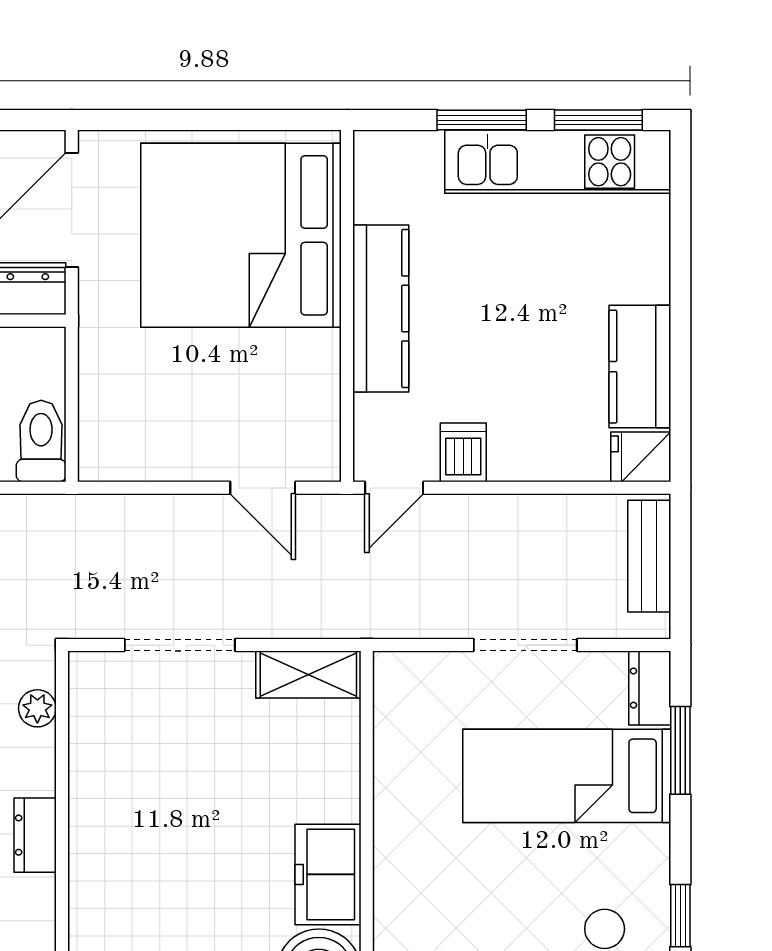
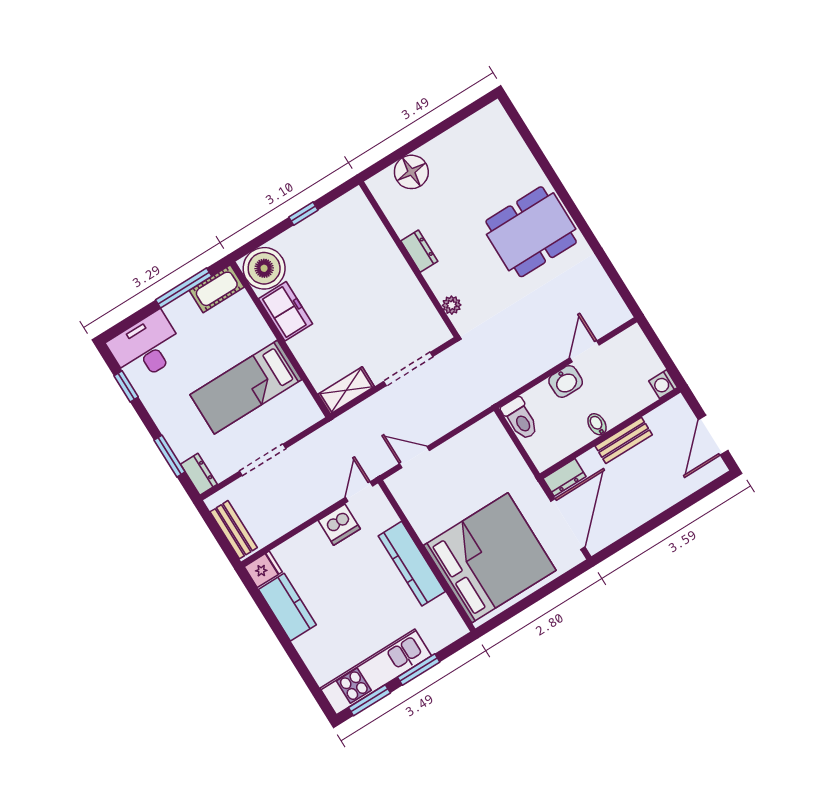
dishwasher: (463, 452) -> (339, 525), width x1.38
bed: (567, 776) -> (246, 387), moved, turned 180

